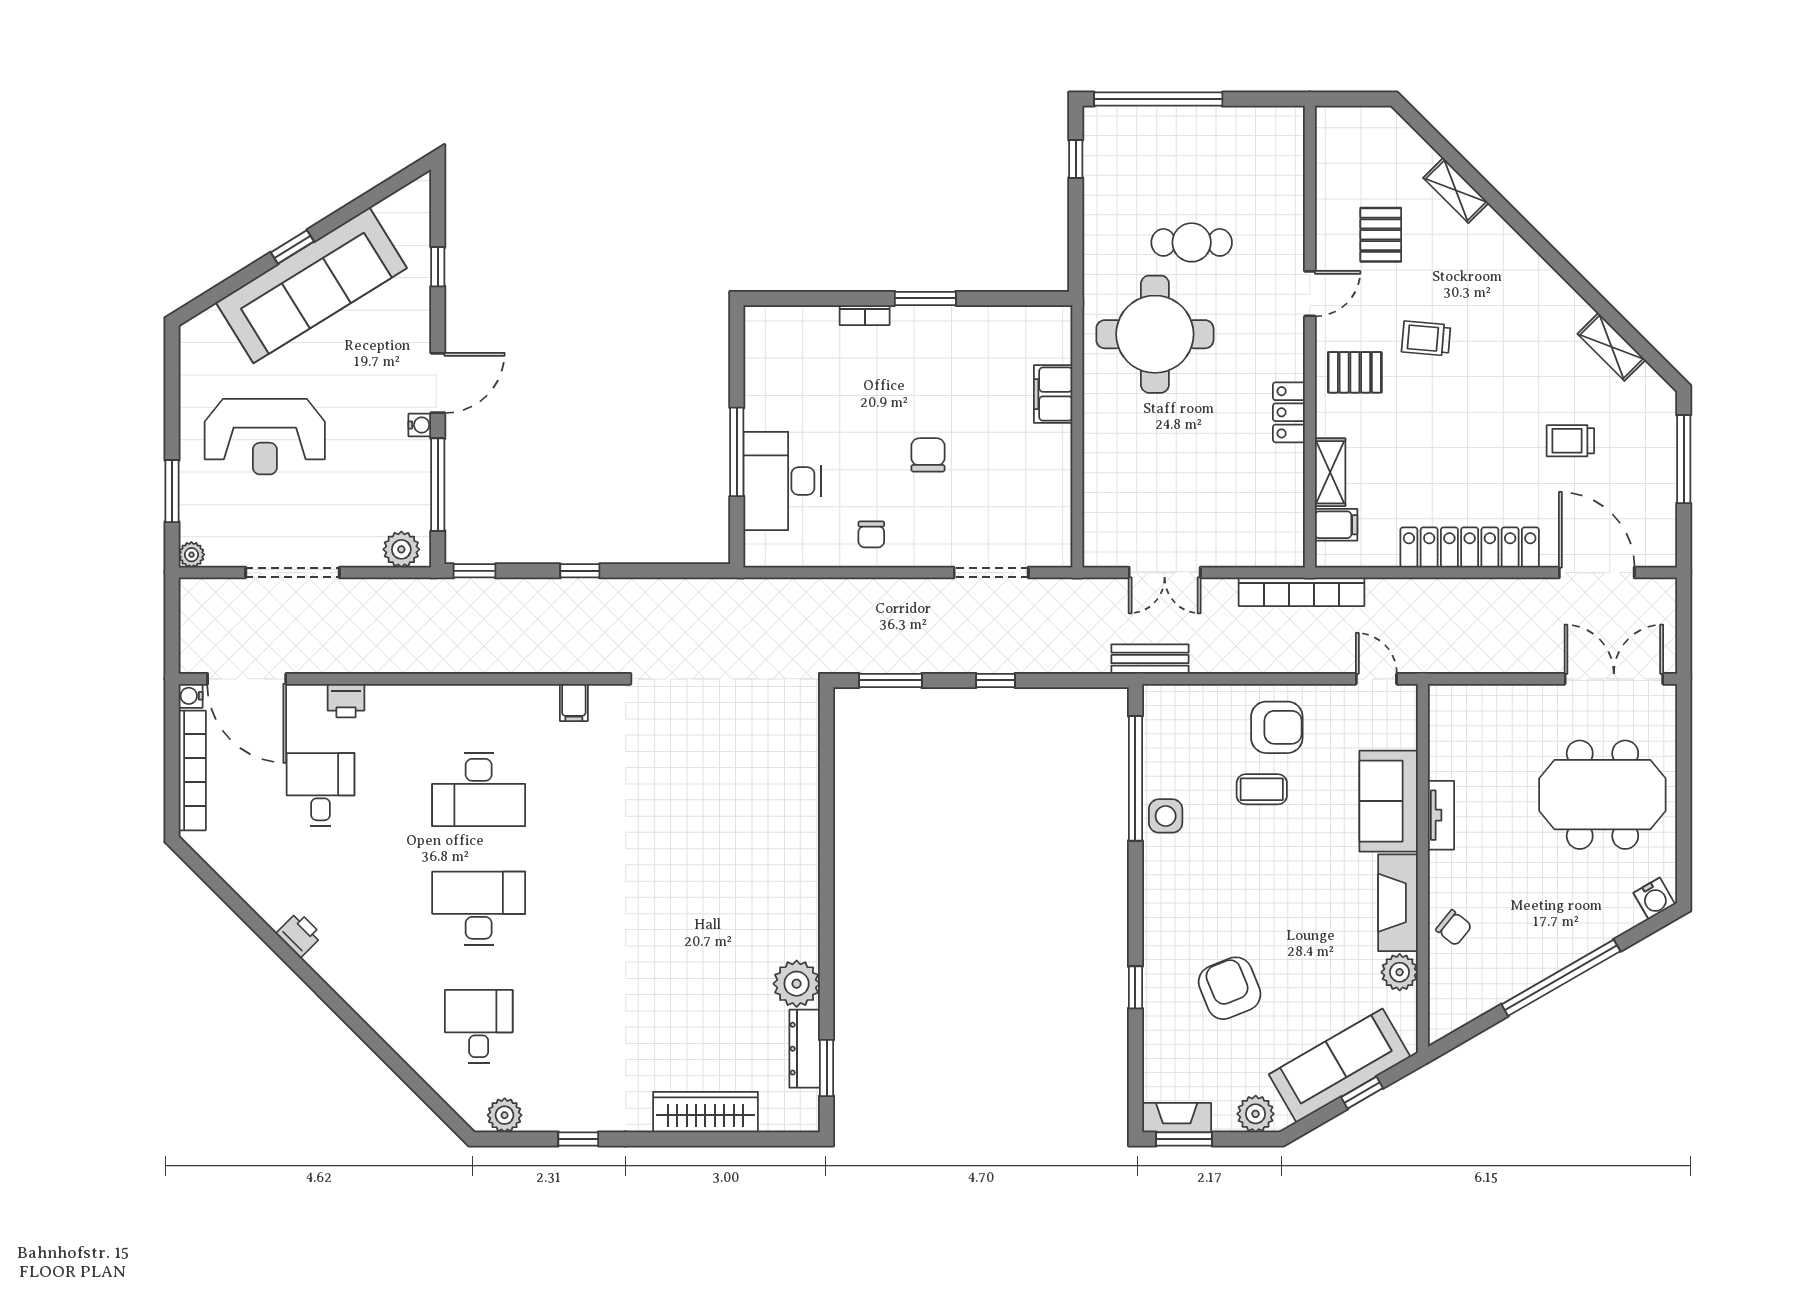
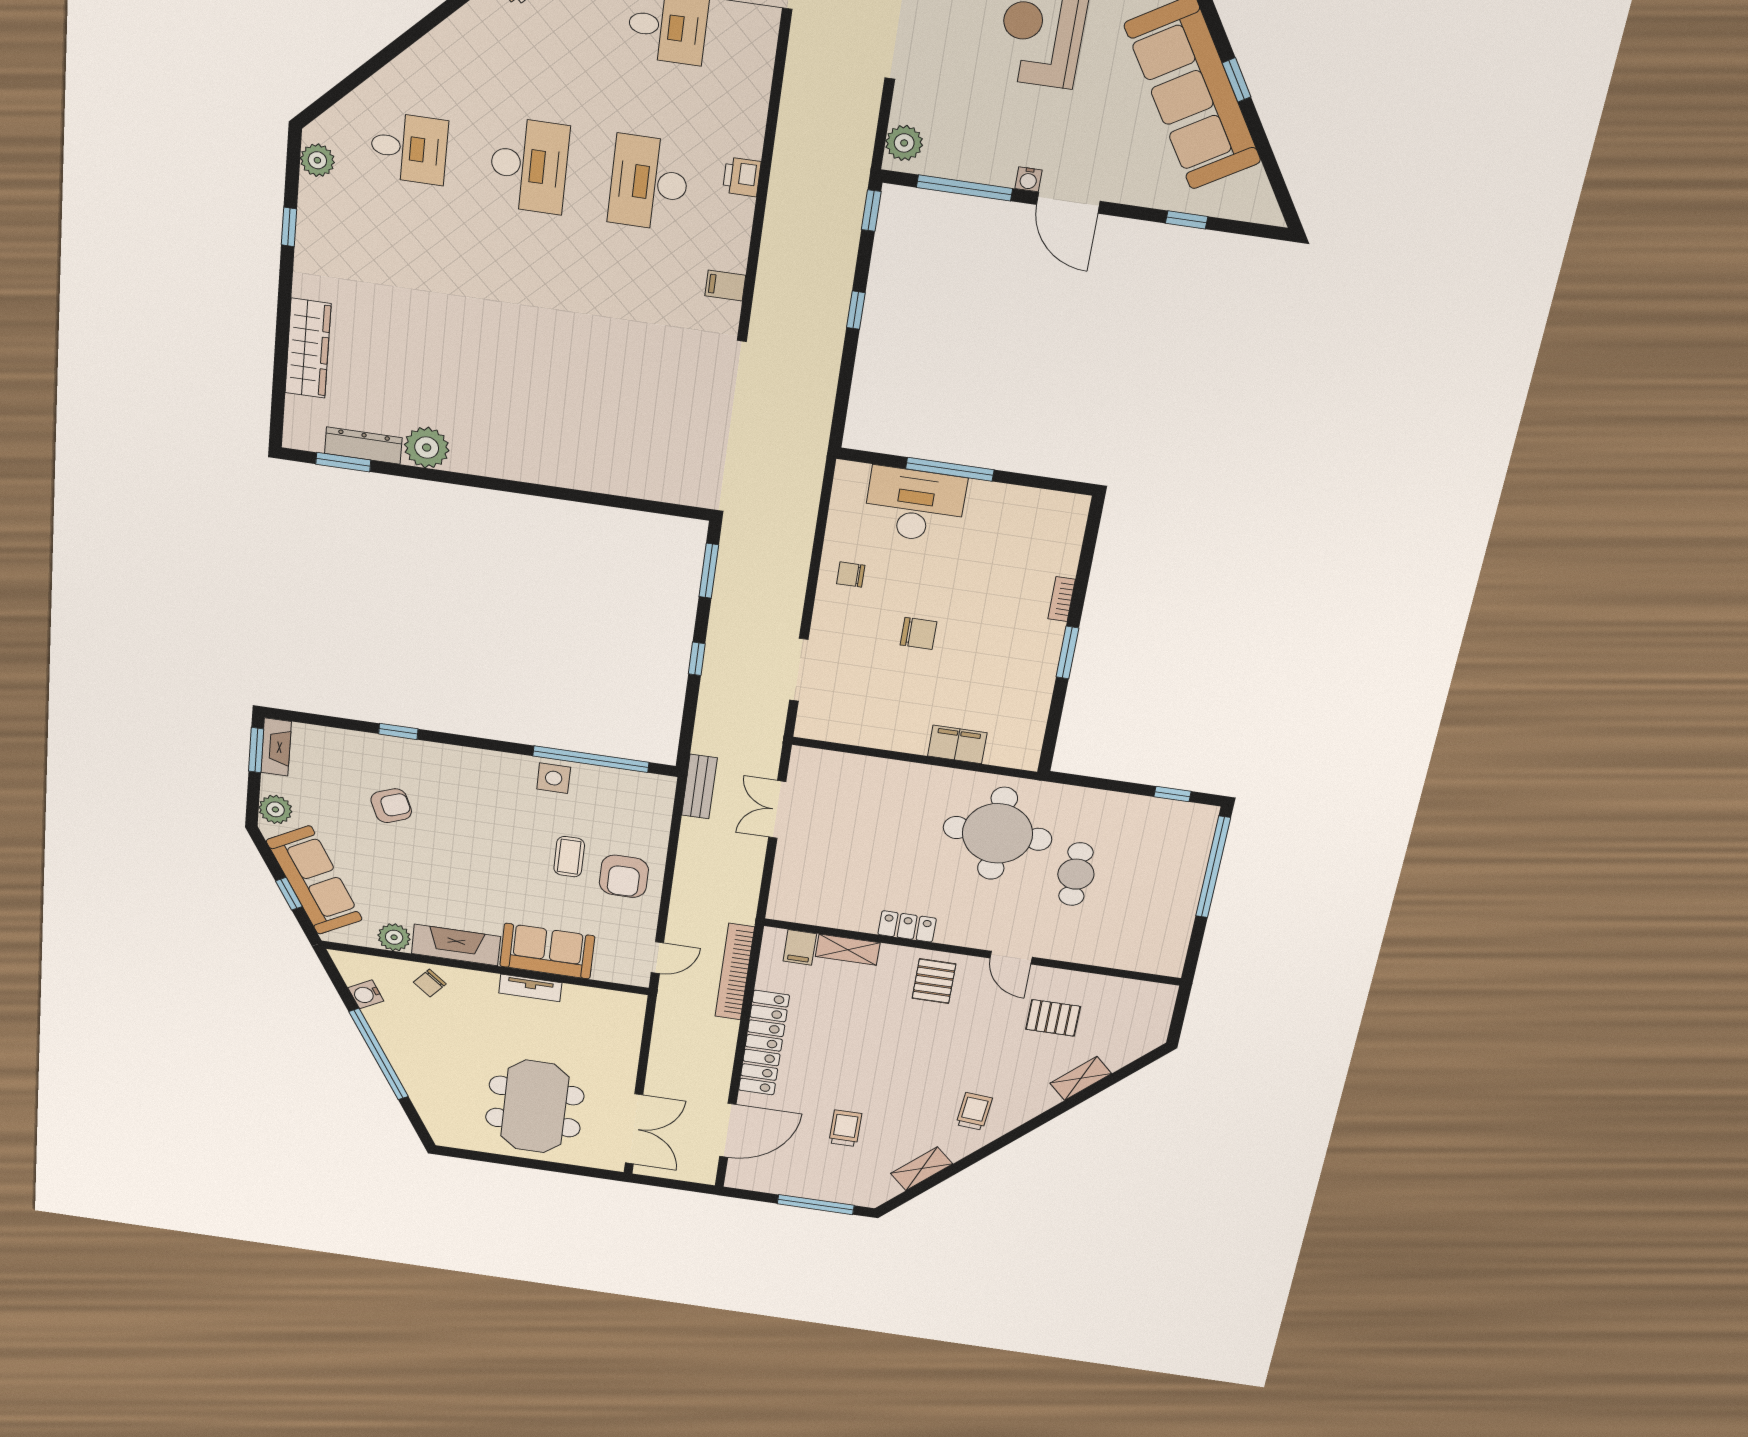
trolley: (1426, 338) -> (974, 1111), moved
bookcase: (1301, 592) -> (735, 972), moved
printer: (346, 701) -> (742, 177), moved
water cooler: (1654, 898) -> (366, 994), moved
armchair: (1230, 988) -> (391, 806), width x0.72, depth x0.72

